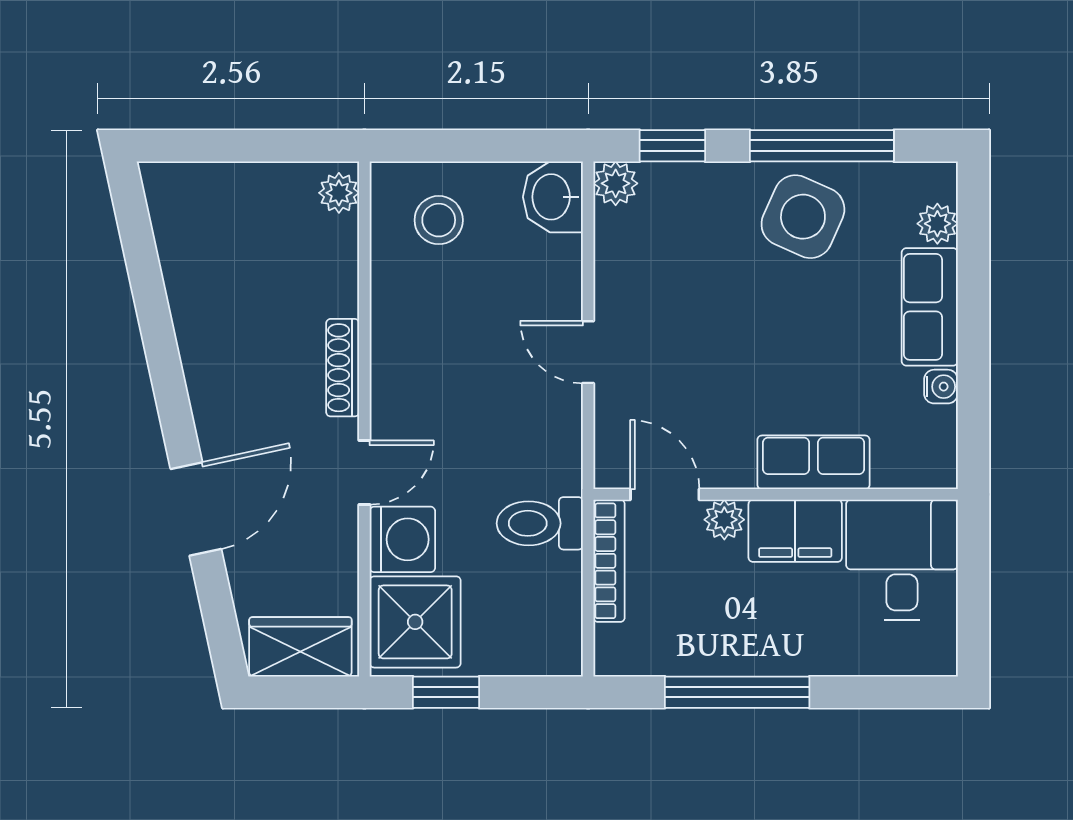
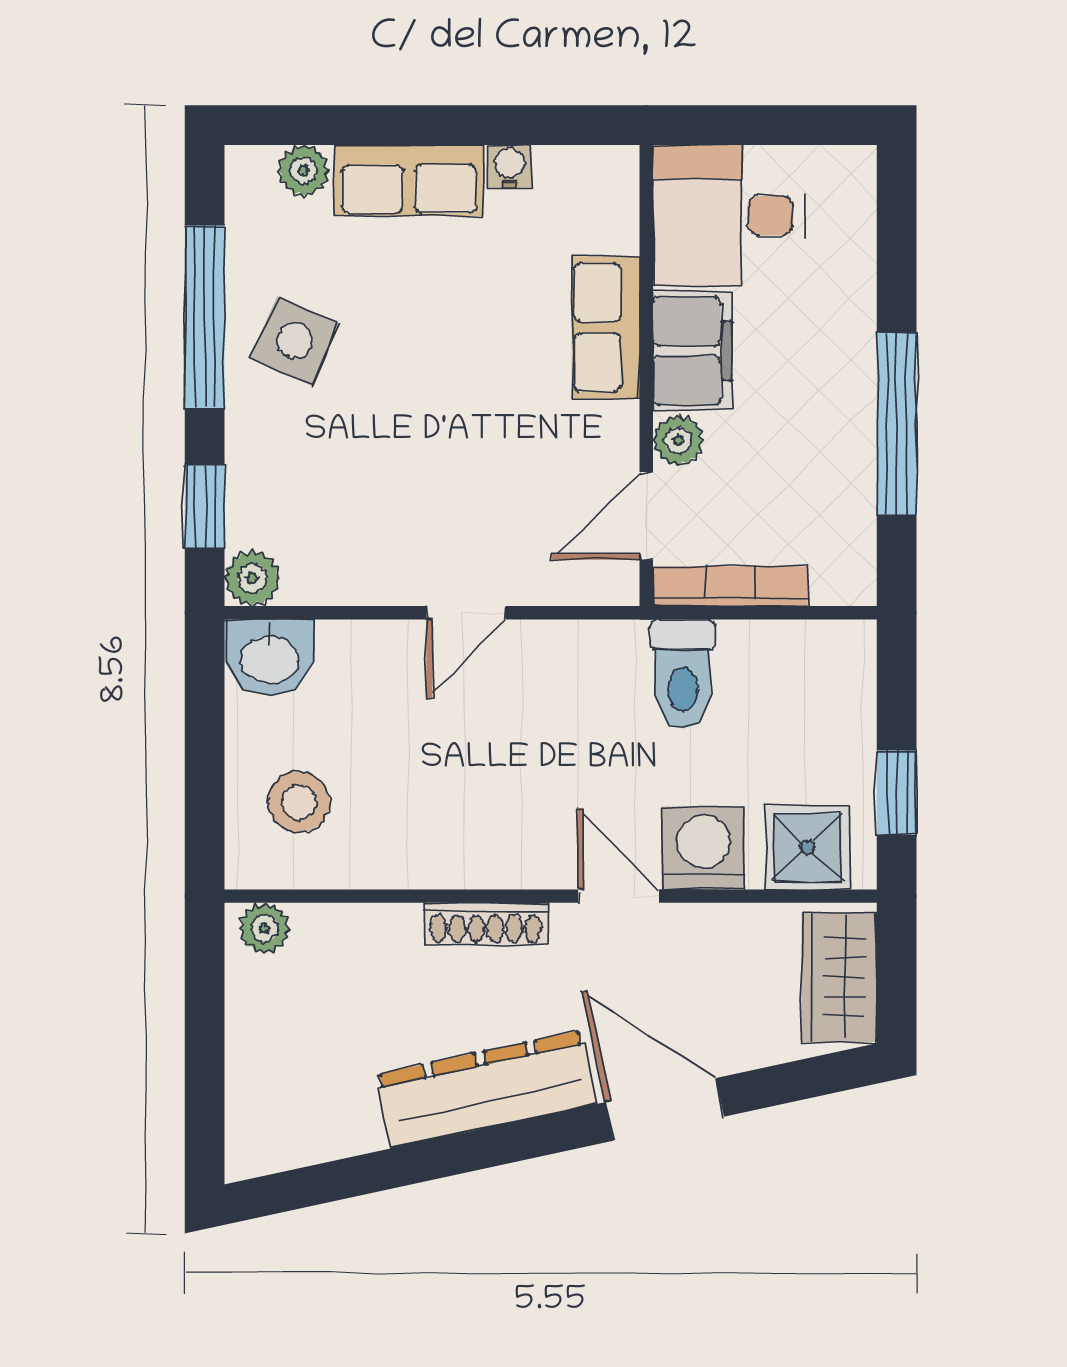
side table: (803, 217) -> (295, 341), width x0.73, depth x0.73
dresser: (212, 368) -> (486, 1089), added
shower: (415, 622) -> (808, 847), width x0.73, depth x0.73

